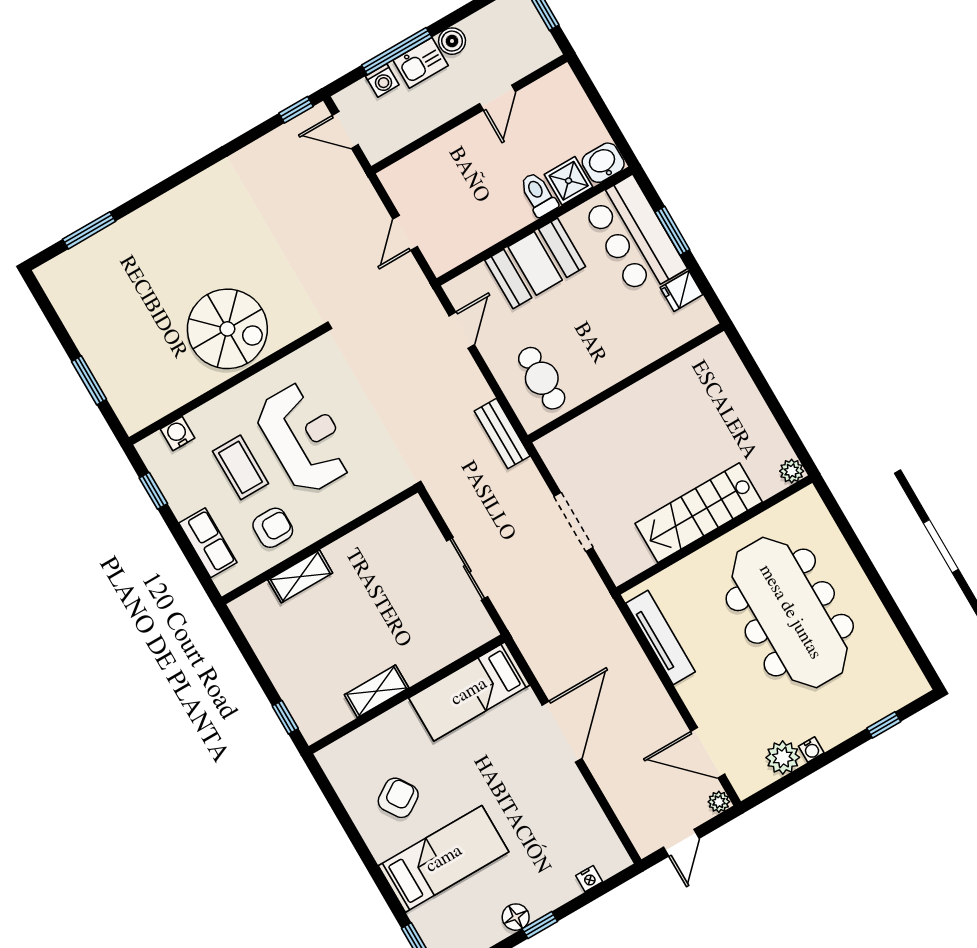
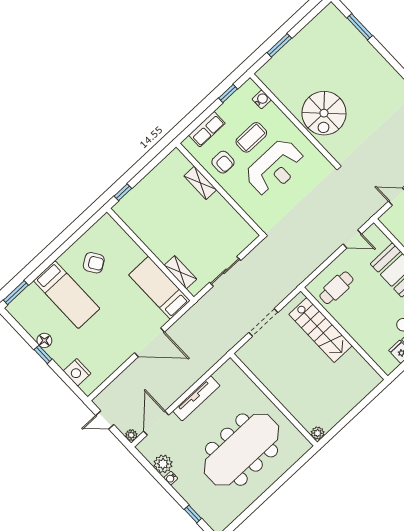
bench: (502, 434) -> (302, 273), removed
stairs: (699, 513) -> (321, 330), moved, turned 180
tv unit: (660, 638) -> (196, 398), moved
shelving: (377, 691) -> (180, 272), moved
nightstand: (589, 879) -> (77, 372), width x1.89, depth x1.79

